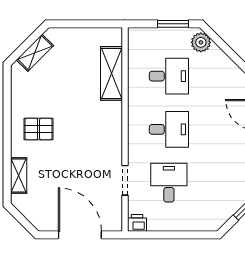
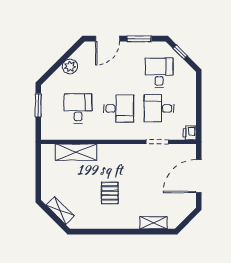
plant: (201, 42) -> (70, 66), moved
pallet: (39, 129) -> (110, 193), moved
desk: (169, 129) -> (119, 108), turned 90
desk: (216, 183) -> (159, 73), added

